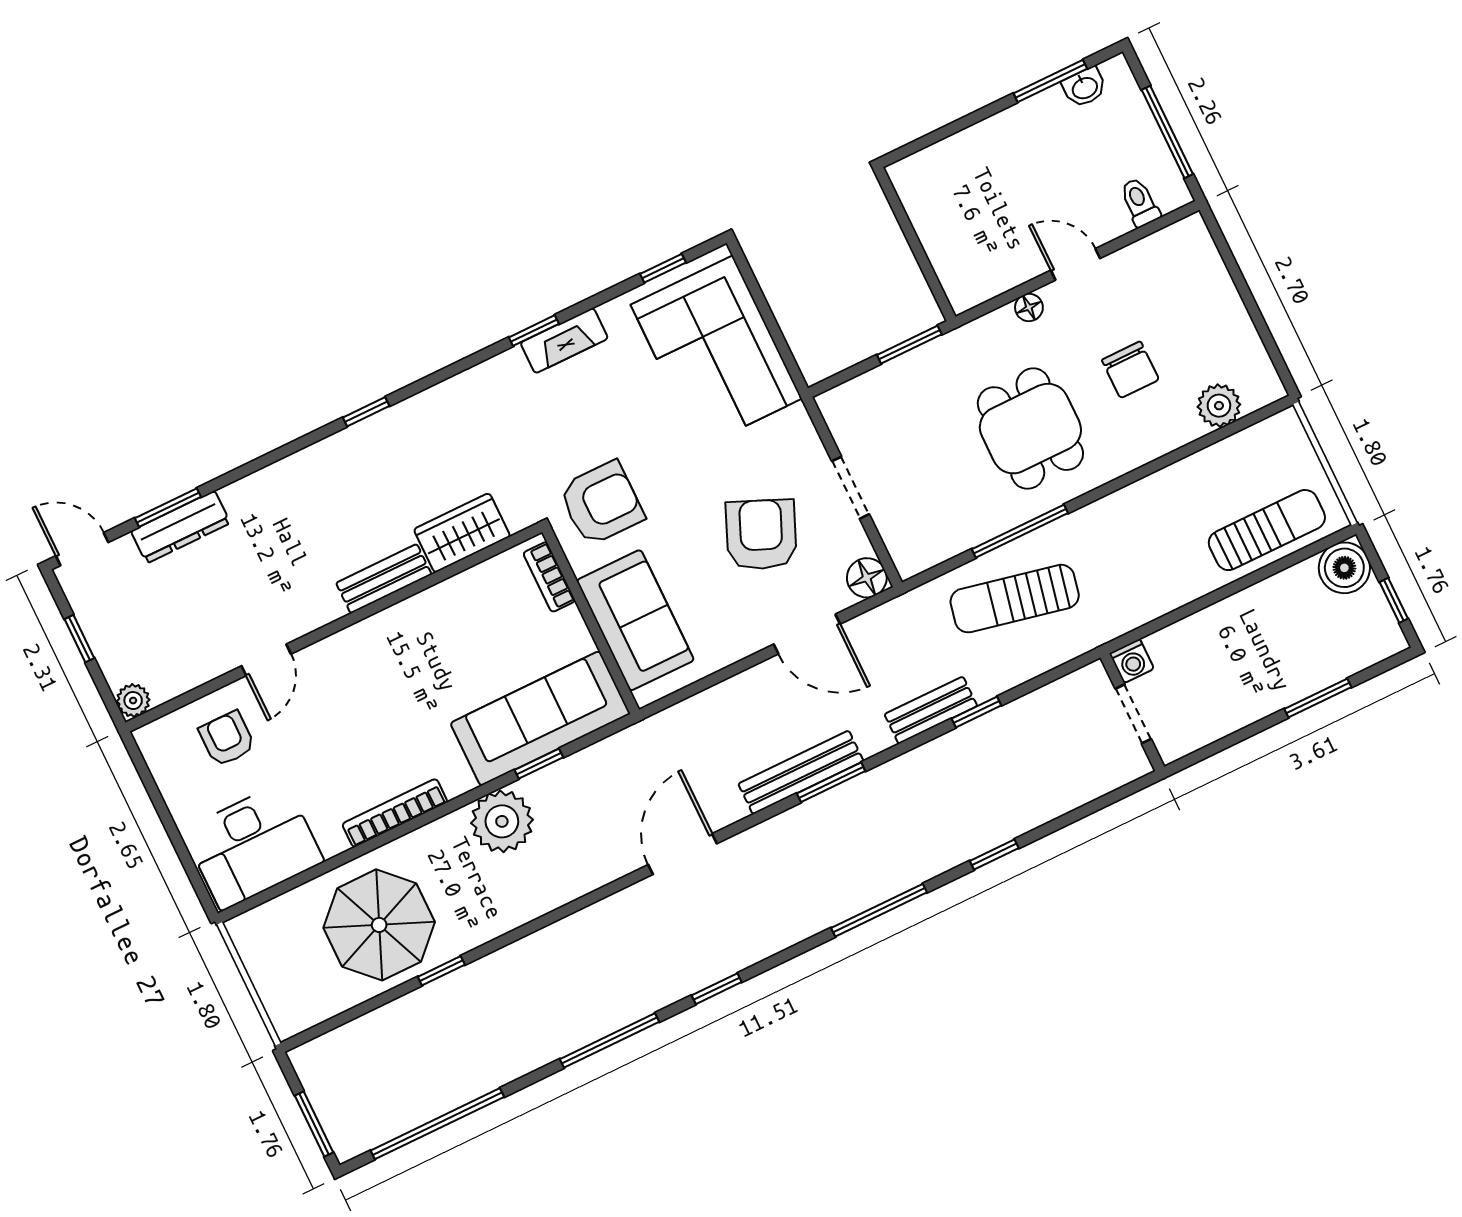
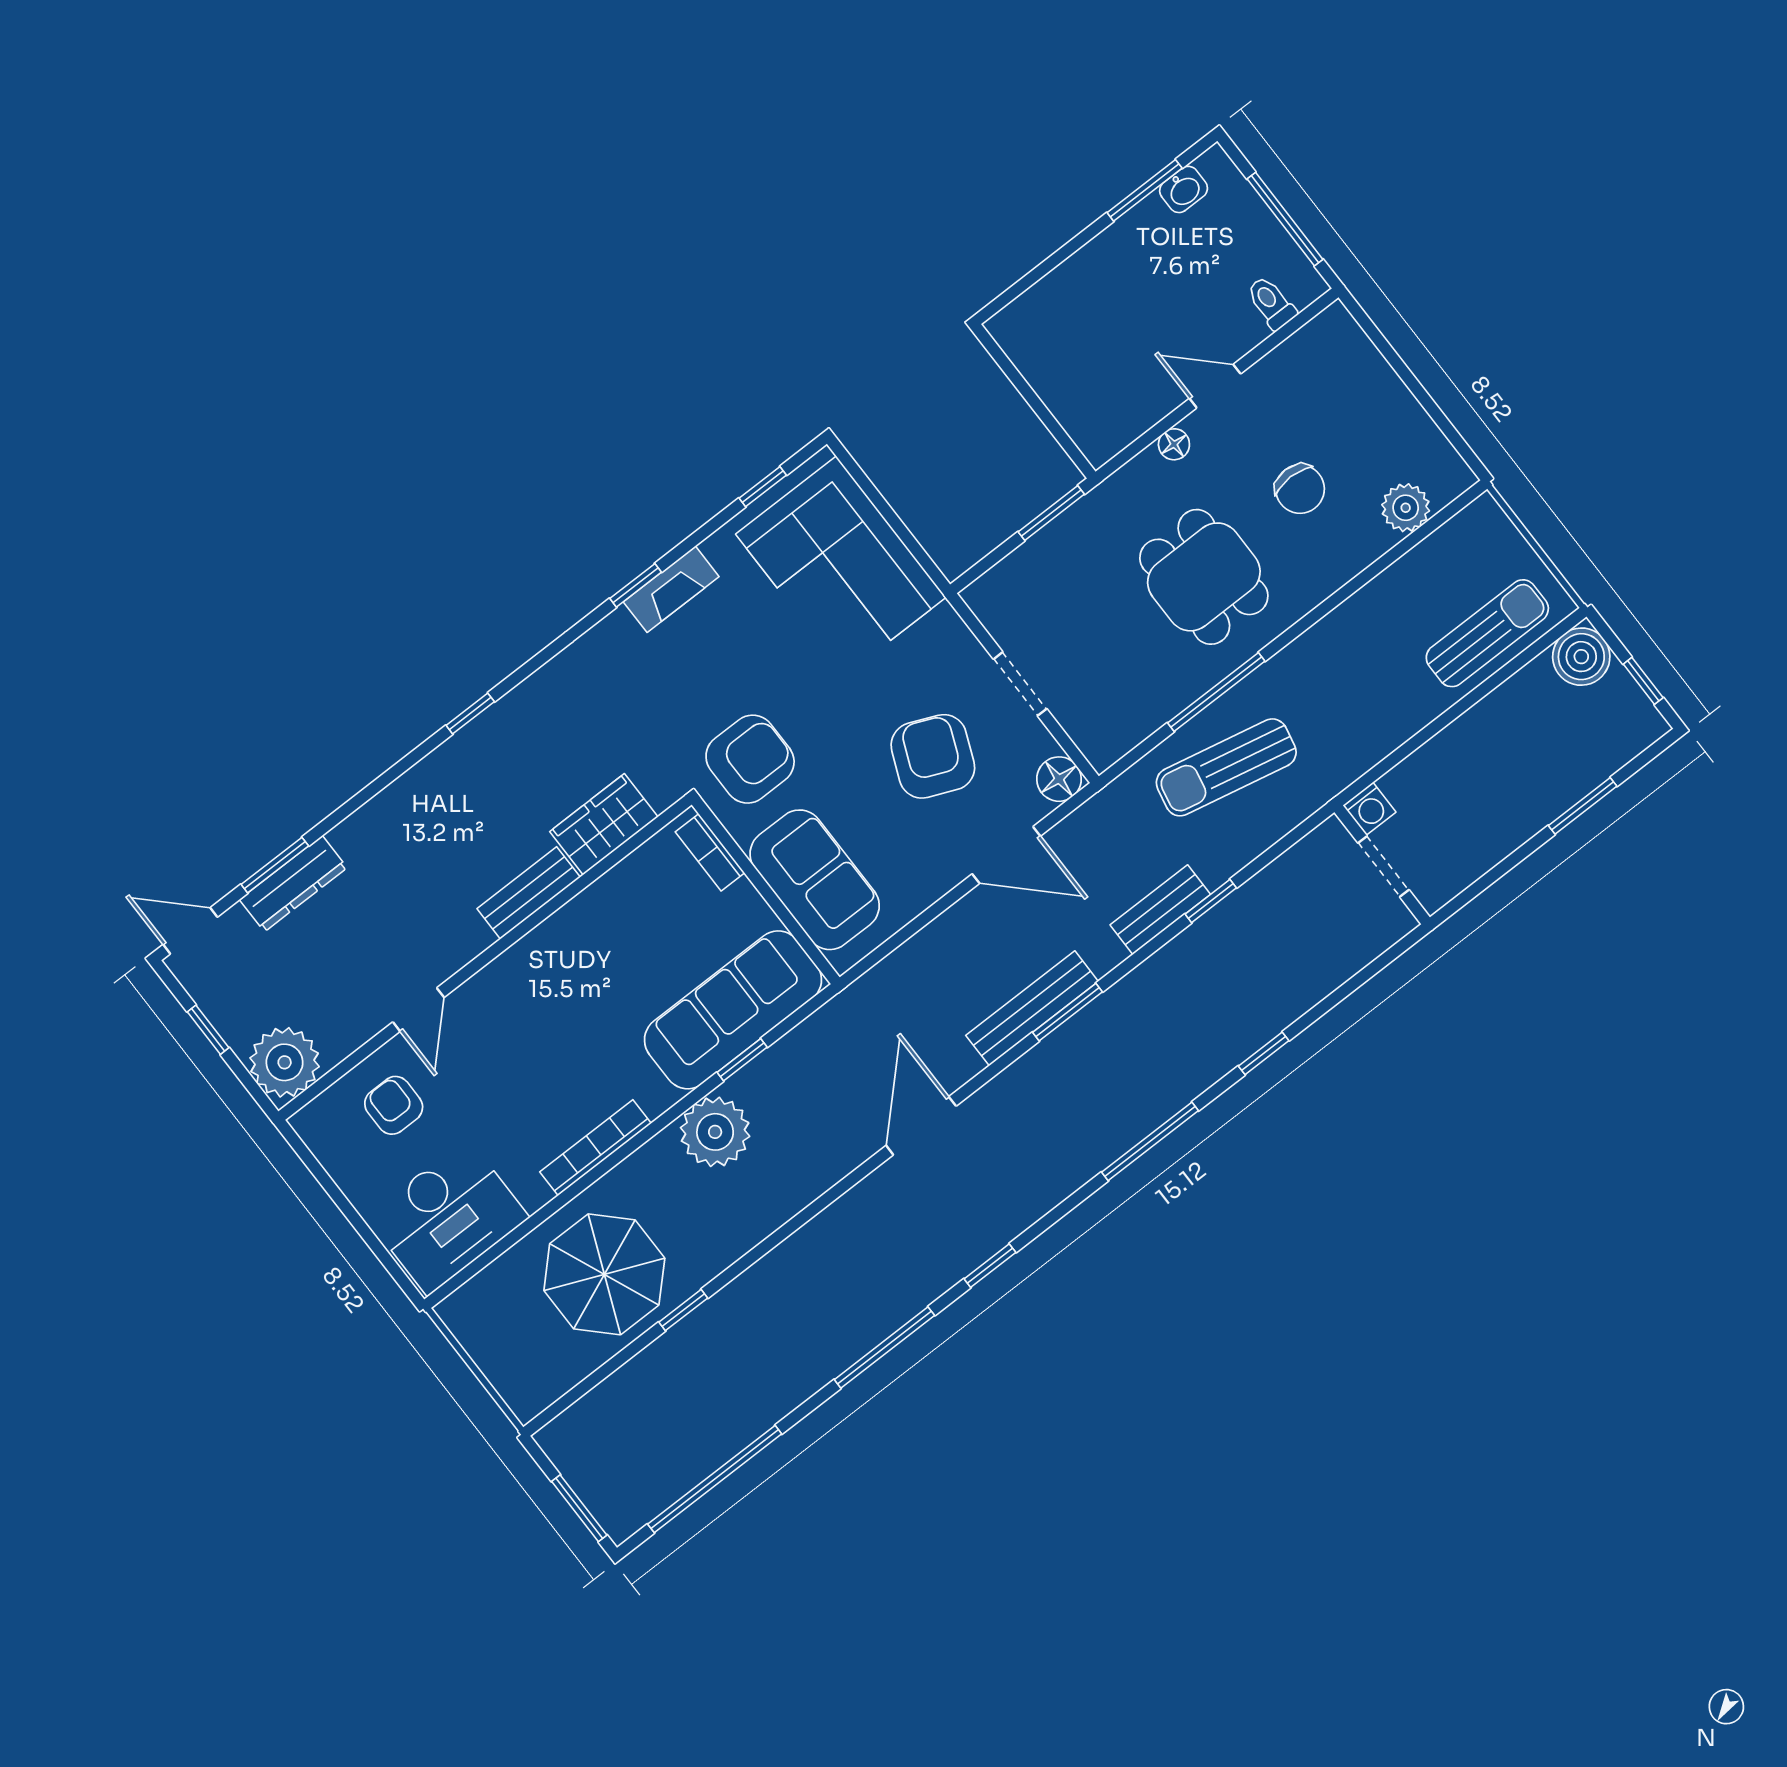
plant: (133, 701) -> (285, 1062), width x1.87, depth x1.87

